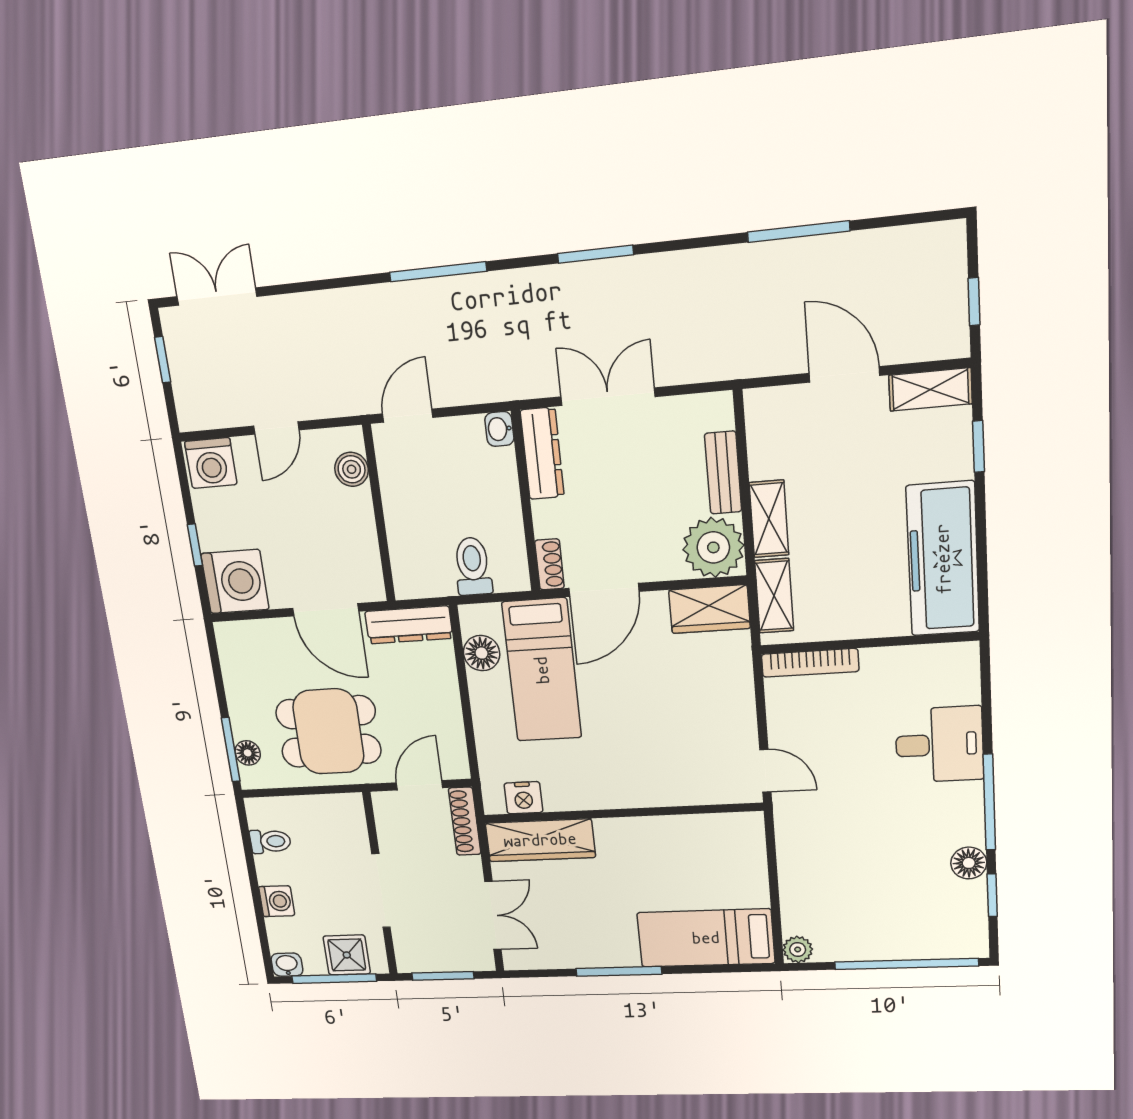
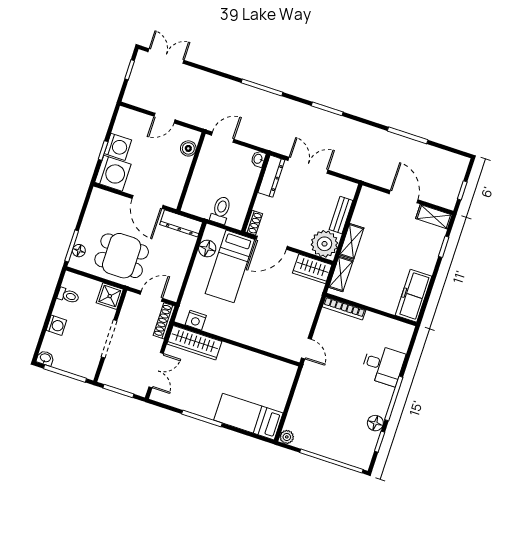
washing machine: (211, 463) -> (118, 147), moved, turned -90
freezer: (943, 559) -> (414, 296), width x0.73, depth x0.79
shower: (347, 955) -> (110, 296), moved

